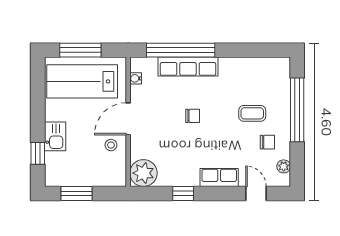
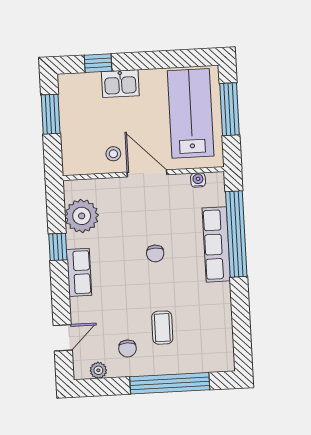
plant: (143, 173) -> (82, 216), moved
row of seats: (219, 178) -> (79, 272), moved

